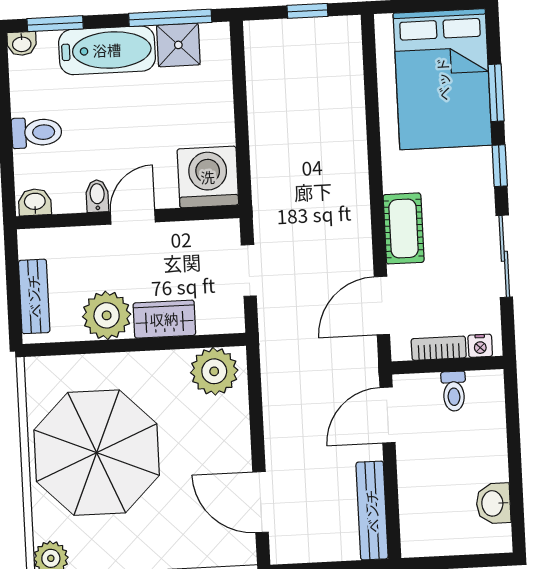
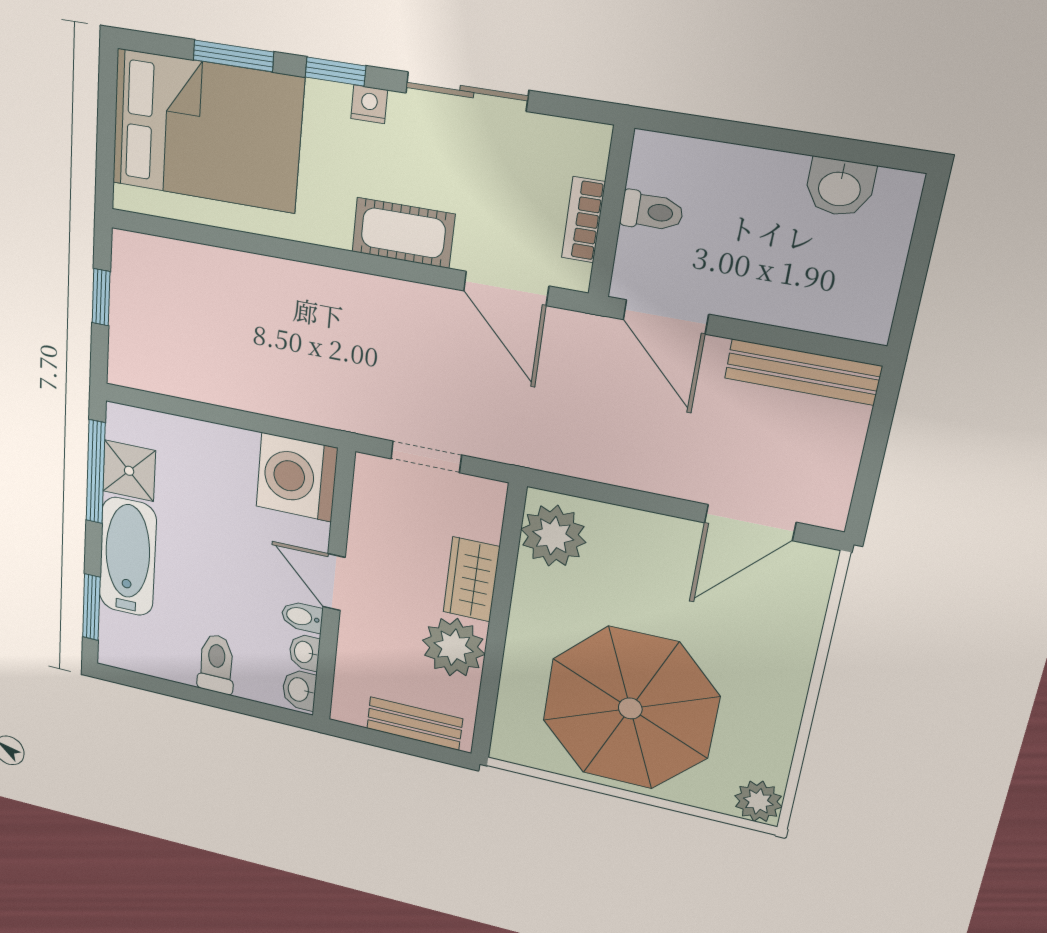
washbasin: (22, 44) -> (304, 652), moved, turned 180
nightstand: (480, 346) -> (369, 104), moved, turned -90

